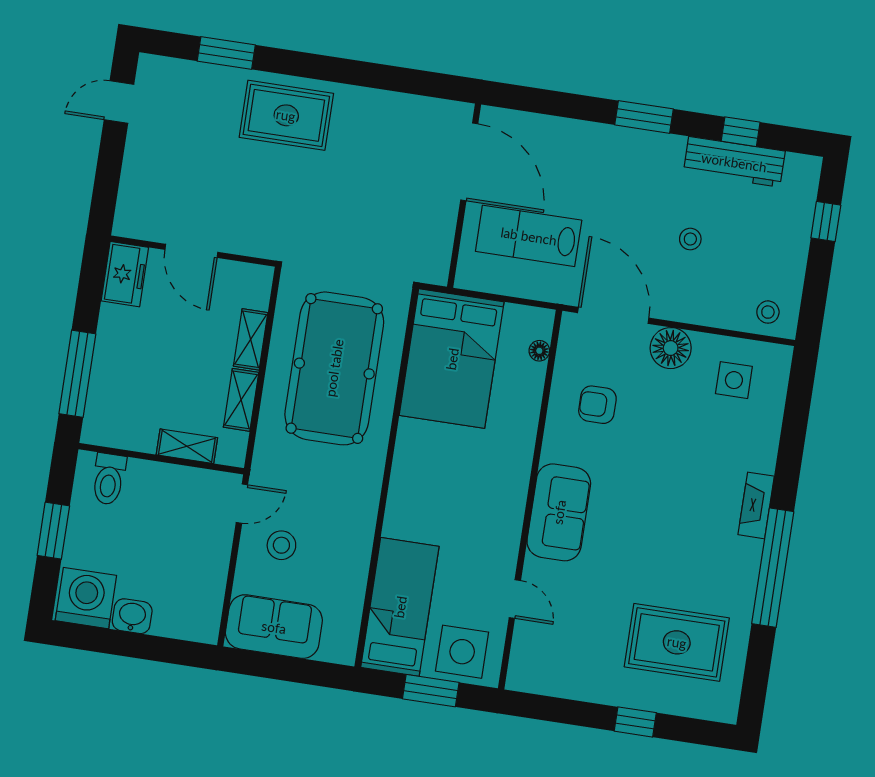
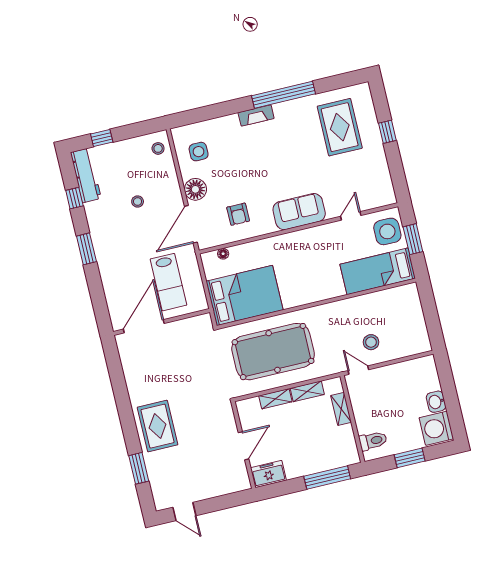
workbench: (734, 162) -> (86, 175), moved
sofa: (274, 627) -> (413, 330), removed

